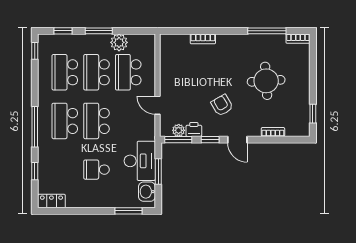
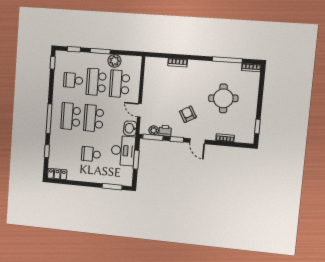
school desk: (65, 72) -> (73, 80), width x0.54
washbasin: (147, 192) -> (130, 128), moved

